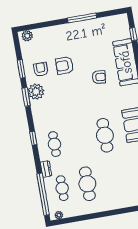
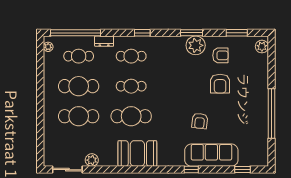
window: (82, 18) -> (271, 113), width x1.46
armchair: (65, 65) -> (220, 84), turned 180
window: (21, 69) -> (237, 33), moved
cafe table: (80, 140) -> (131, 86), added
cafe table: (113, 179) -> (79, 116), added

